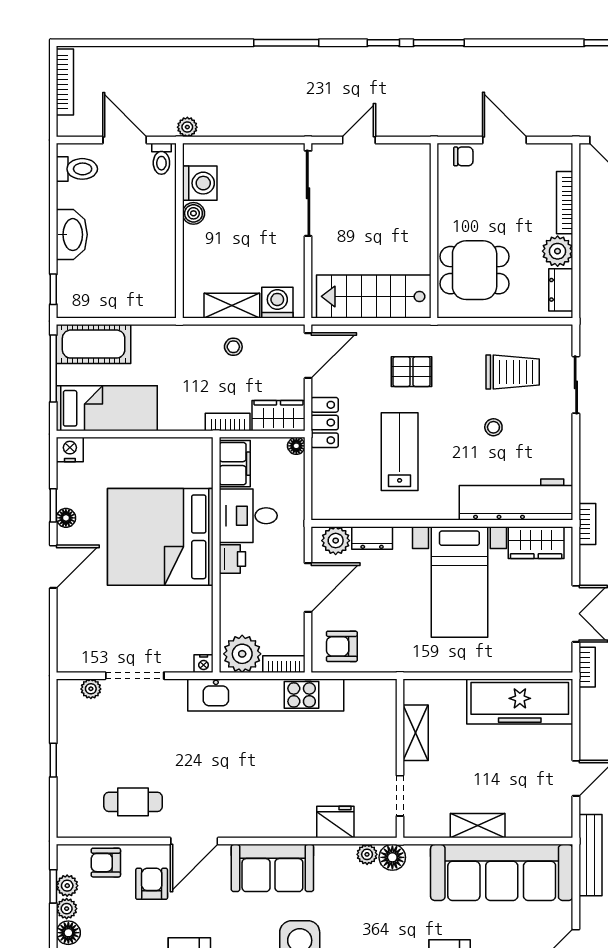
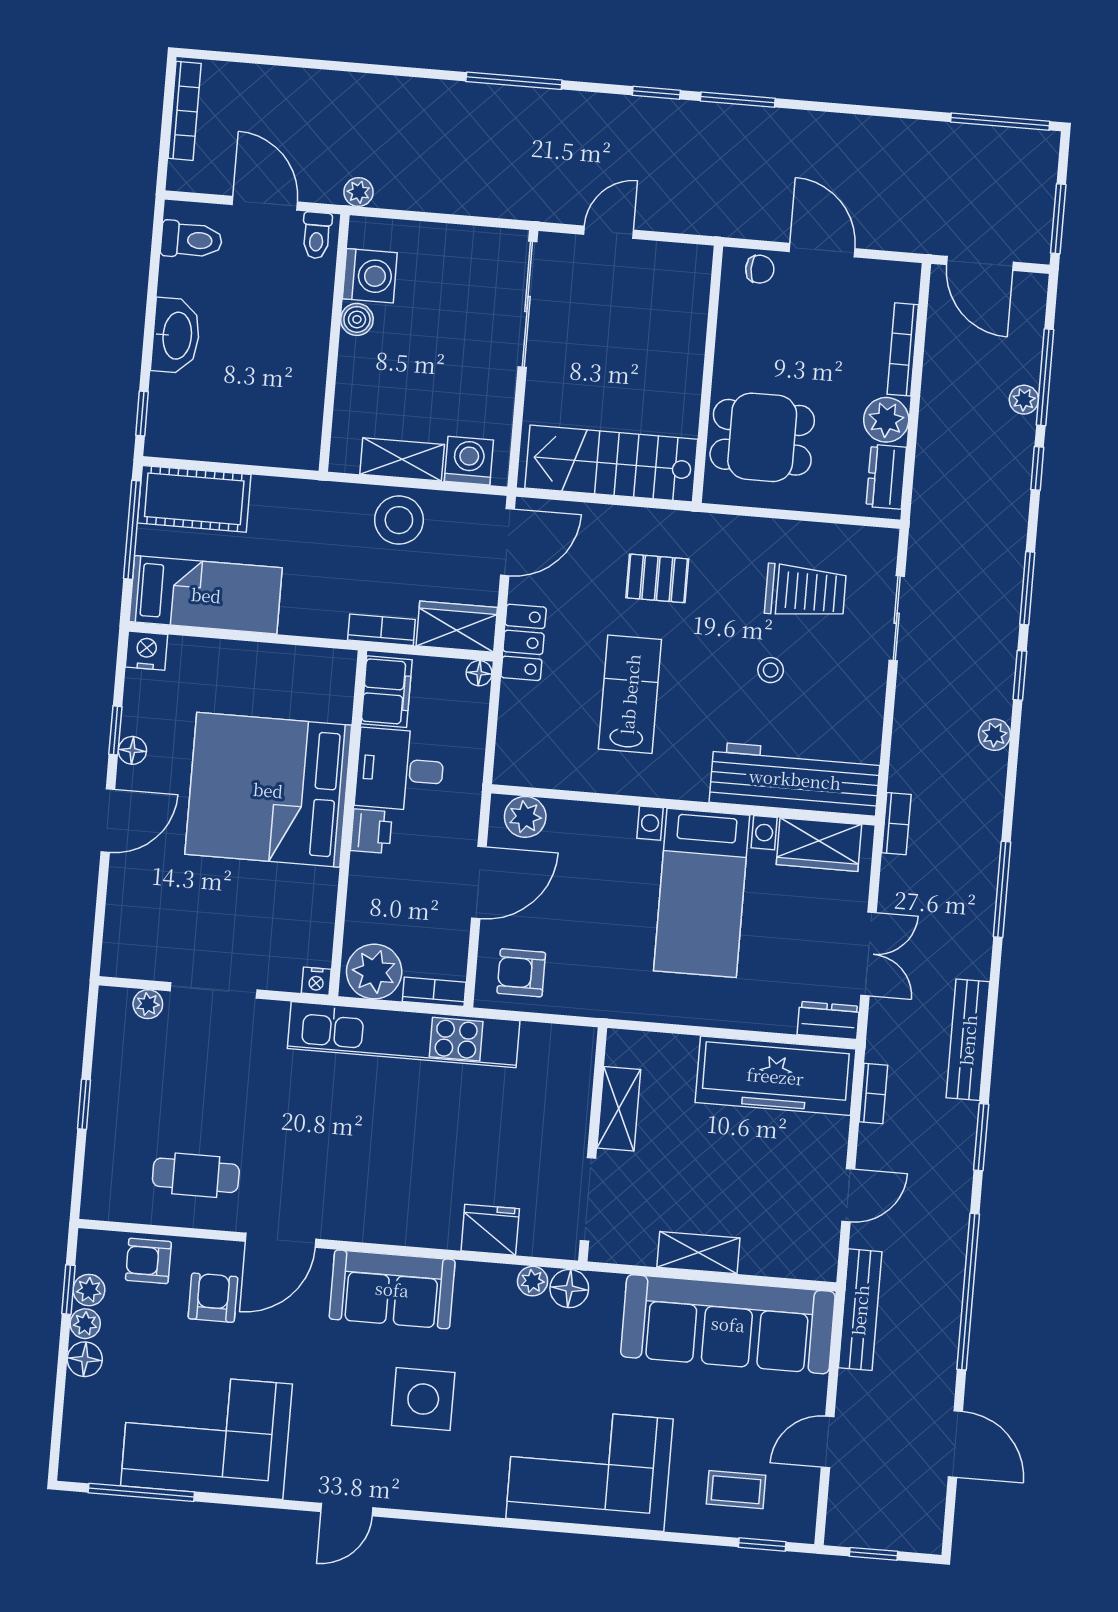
stool: (233, 347) -> (399, 520), width x1.89, depth x1.89
dresser: (372, 538) -> (828, 1020), moved, turned 180
bookcase: (587, 667) -> (873, 1094), moved
doorway: (400, 796) -> (588, 1199), width x1.38

